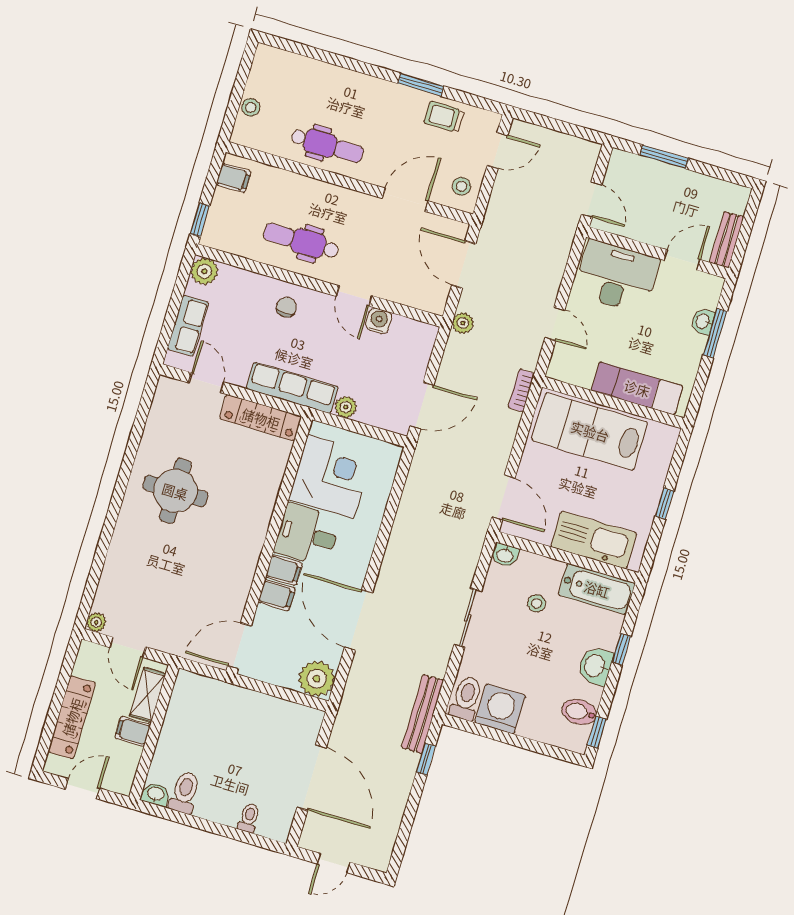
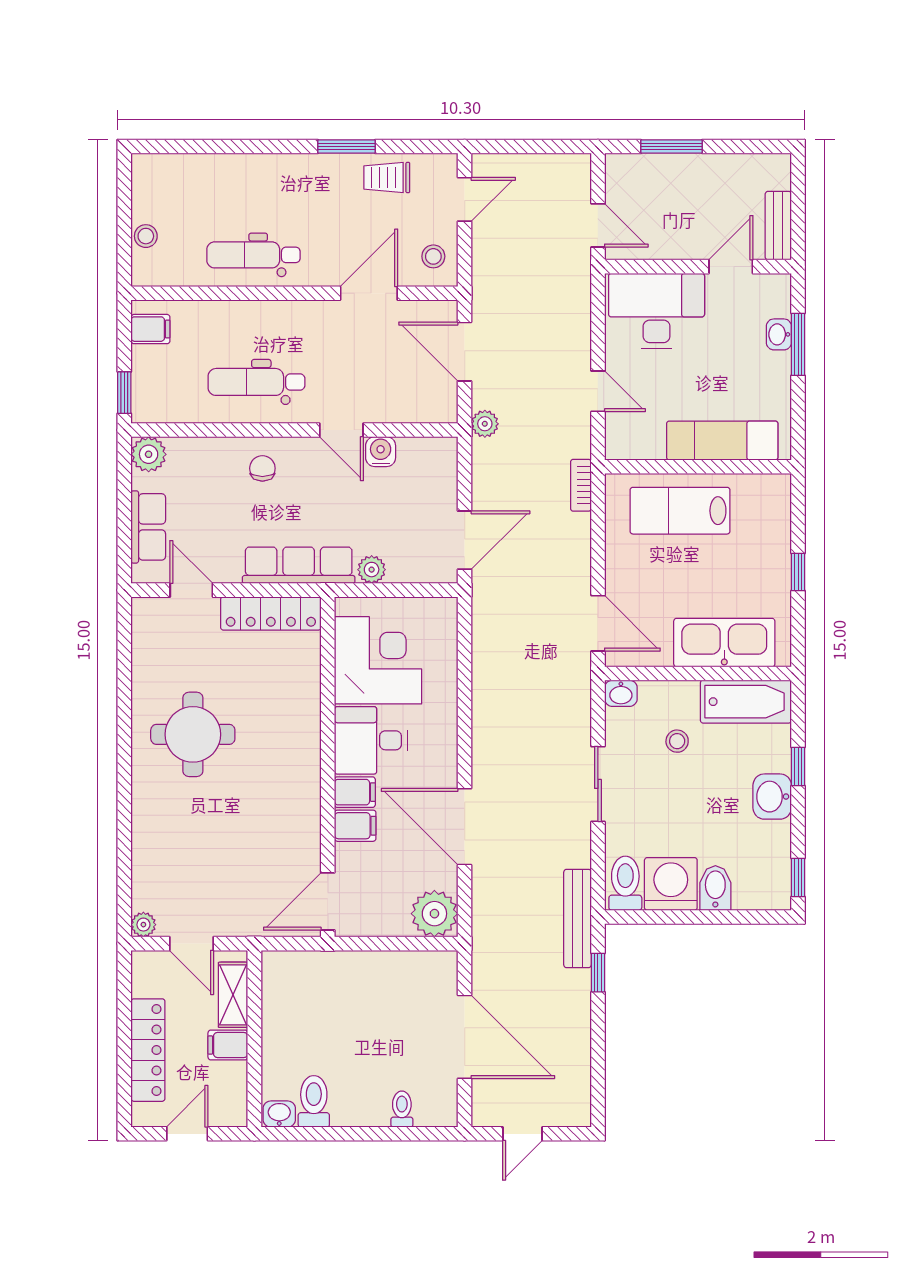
dental chair: (327, 145) -> (253, 255), turned 180
lab bench: (590, 431) -> (680, 511), width x0.73, depth x0.72
bidet: (579, 712) -> (715, 888), moved, turned 90

